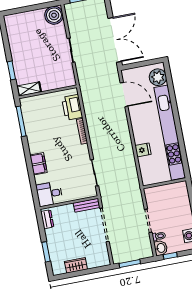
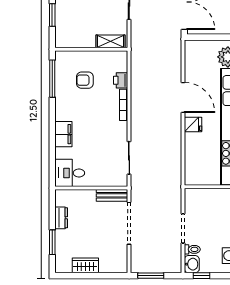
shelving: (29, 89) -> (110, 41), moved
door: (124, 95) -> (183, 98), moved
printer: (72, 107) -> (121, 80), width x0.53, depth x0.68
armchair: (47, 117) -> (85, 80), added
fridge: (143, 150) -> (193, 125), moved
dresser: (47, 219) -> (61, 218), moved

